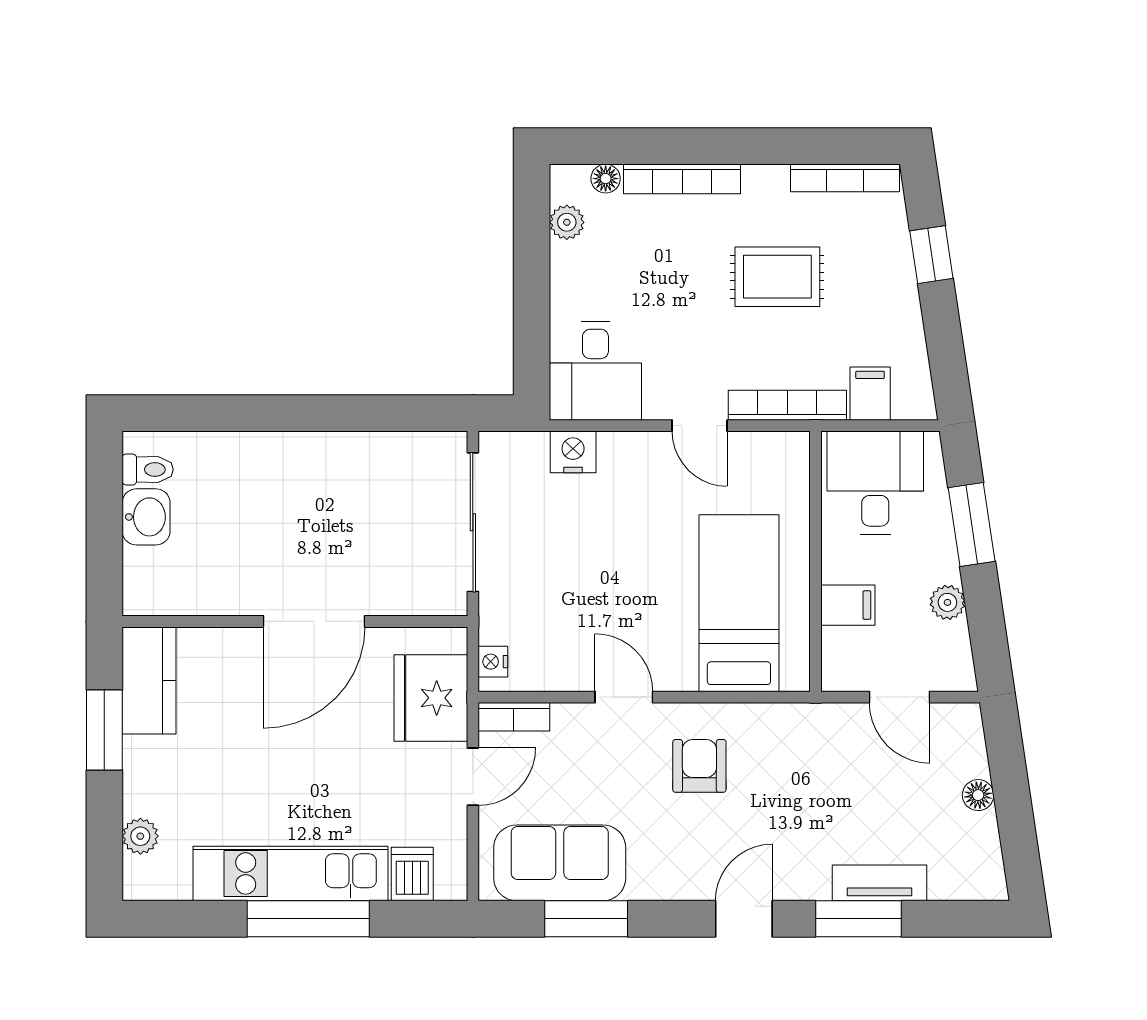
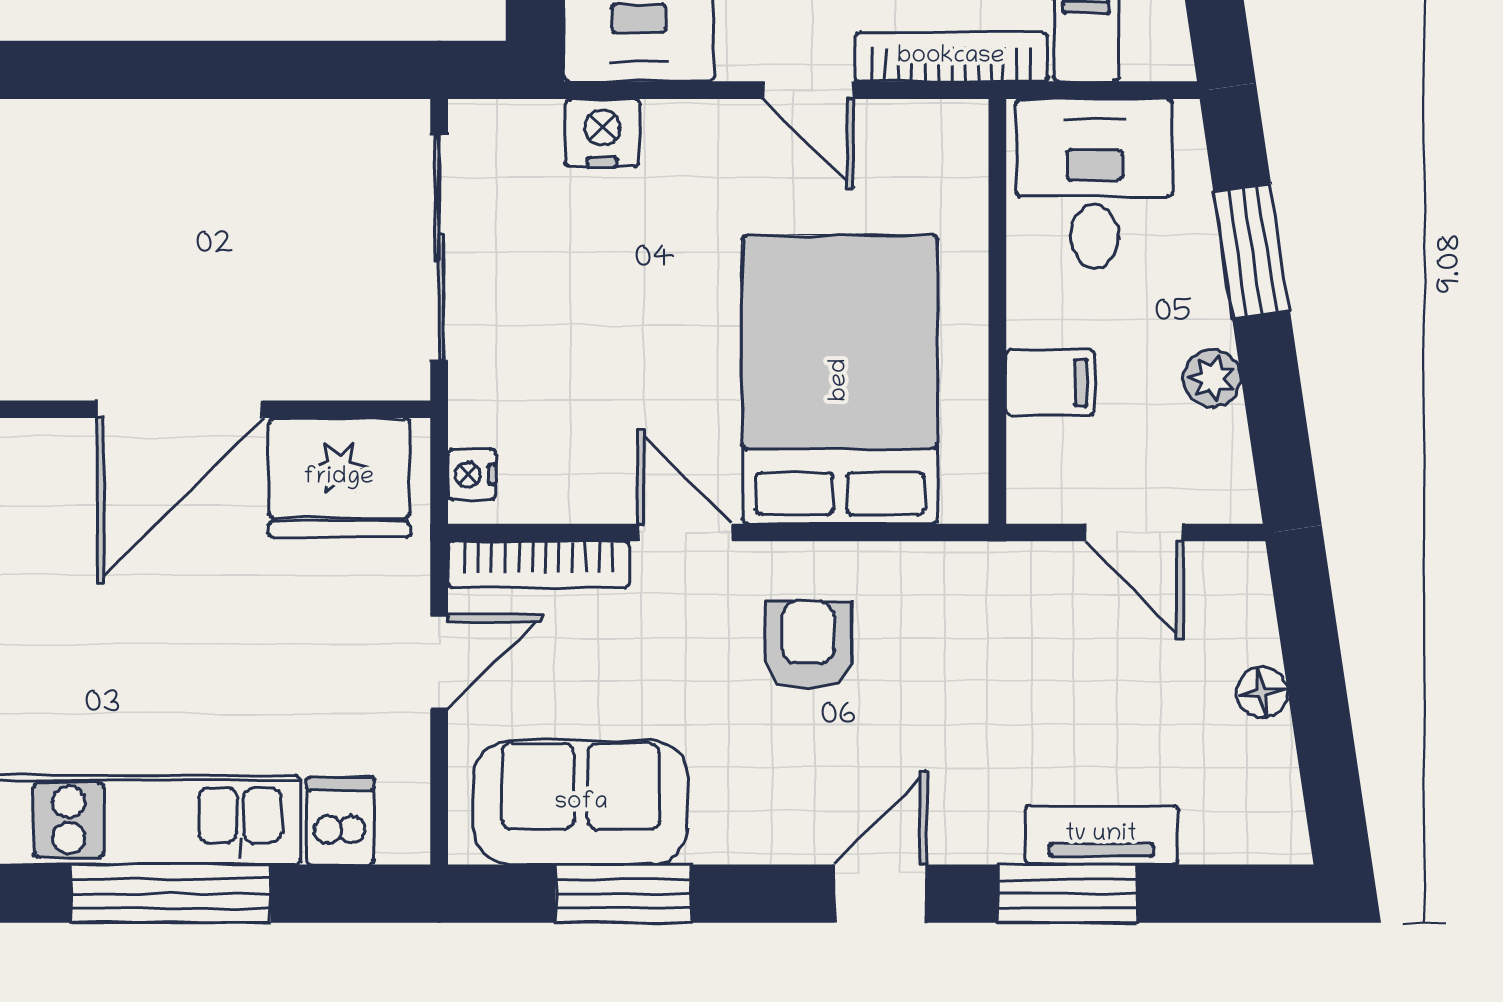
bed: (739, 603) -> (840, 380), width x1.50
fridge: (431, 698) -> (339, 478), moved, turned -90
bookcase: (514, 717) -> (539, 564), width x1.56

